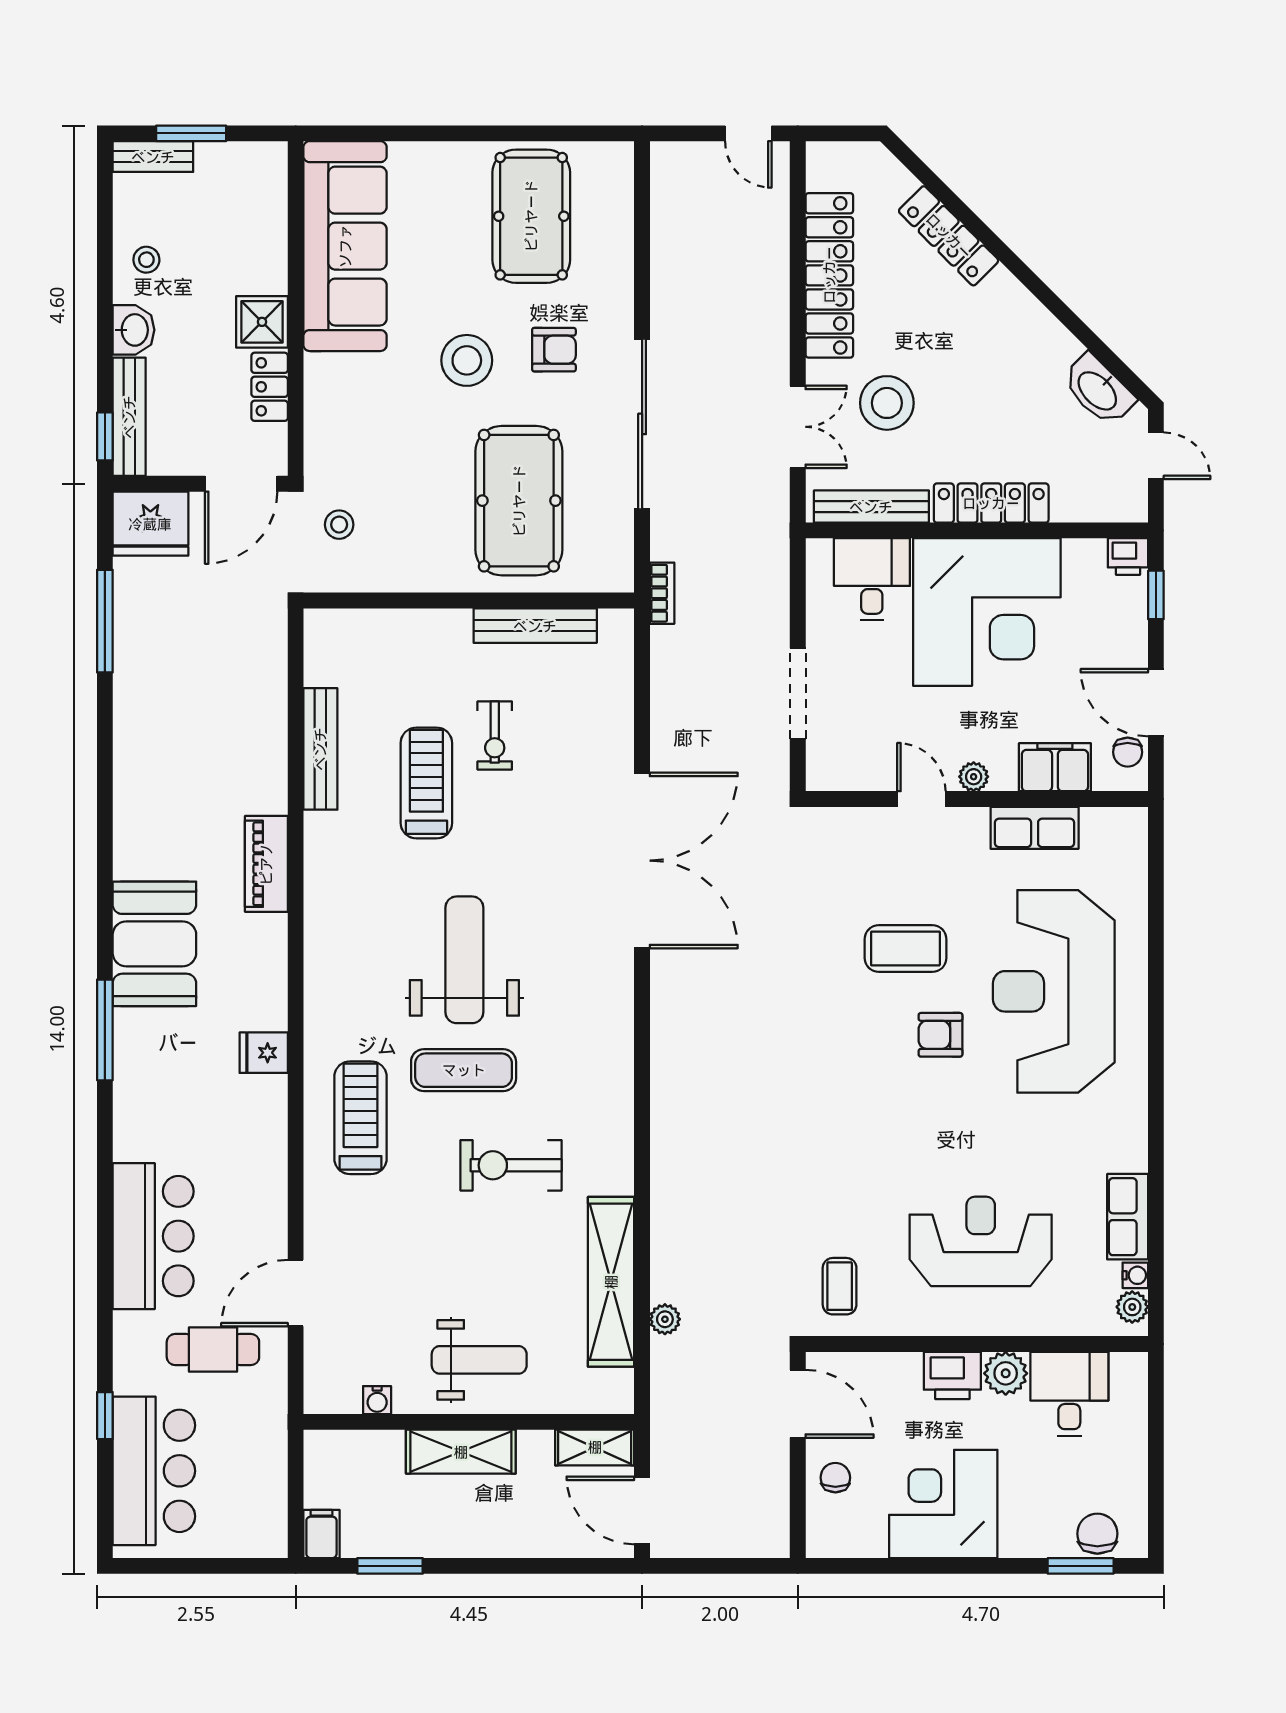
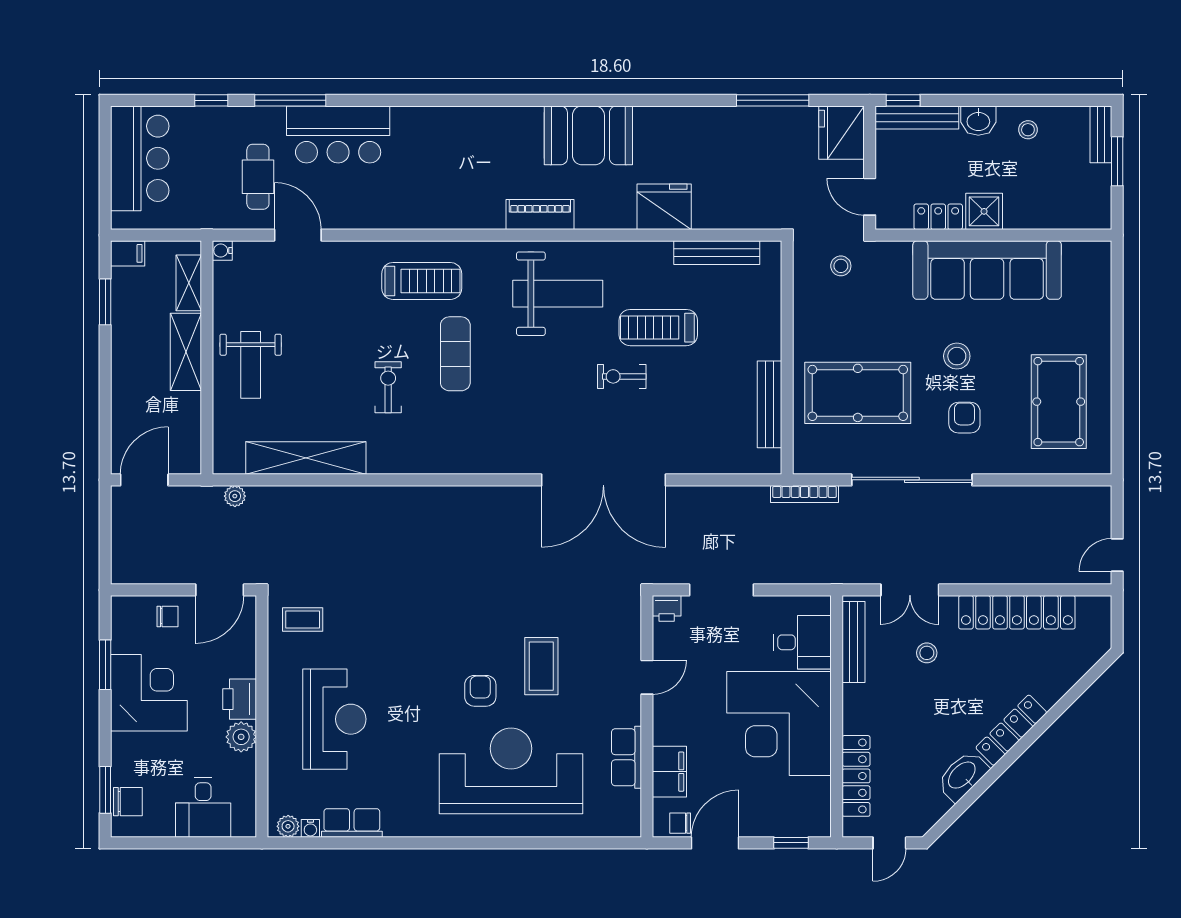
pool table: (531, 216) -> (1059, 402), turned 90
locker: (949, 236) -> (1011, 730), moved
sofa: (345, 246) -> (987, 270), moved
armchair: (554, 350) -> (964, 418), turned 180
stool: (467, 360) -> (957, 356), width x0.73, depth x0.73
washbasin: (1098, 390) -> (962, 776), moved
stool: (887, 403) -> (927, 653), width x0.53, depth x0.53
door: (241, 484) -> (870, 197), width x0.73
locker: (991, 503) -> (856, 776), moved
printer: (1128, 556) -> (667, 608), moved, turned -90
bookcase: (662, 593) -> (805, 494), width x1.56
exercise bike: (495, 735) -> (622, 376), moved
bench: (320, 749) -> (717, 253), moved
plant: (974, 777) -> (663, 714), removed
treadmill: (426, 783) -> (658, 328), turned 180
piano: (266, 864) -> (540, 214), moved
booth: (154, 944) -> (588, 135), moved
weight bench: (464, 960) -> (558, 294), moved
window: (105, 1030) -> (290, 100), moved
fridge: (264, 1053) -> (664, 207), moved, width x1.88, depth x1.34
exercise bike: (511, 1165) -> (388, 387), width x0.73, depth x0.72
plant: (665, 1319) -> (235, 496), moved
desk: (1069, 1394) -> (203, 808), moved, turned 90
water cooler: (377, 1400) -> (222, 251), moved
shelving: (595, 1447) -> (189, 283), moved
bar counter: (154, 1471) -> (140, 158), moved, turned -90
window: (904, 1566) -> (105, 665), added

